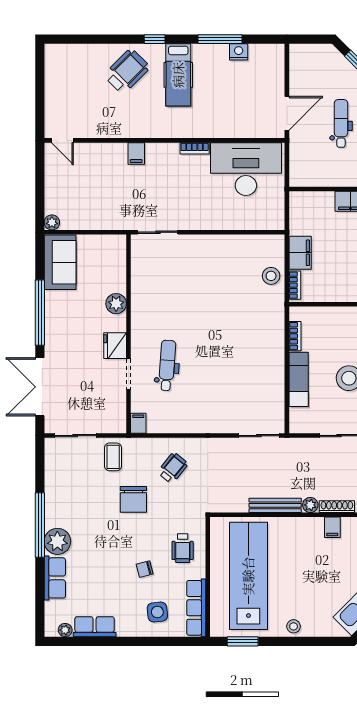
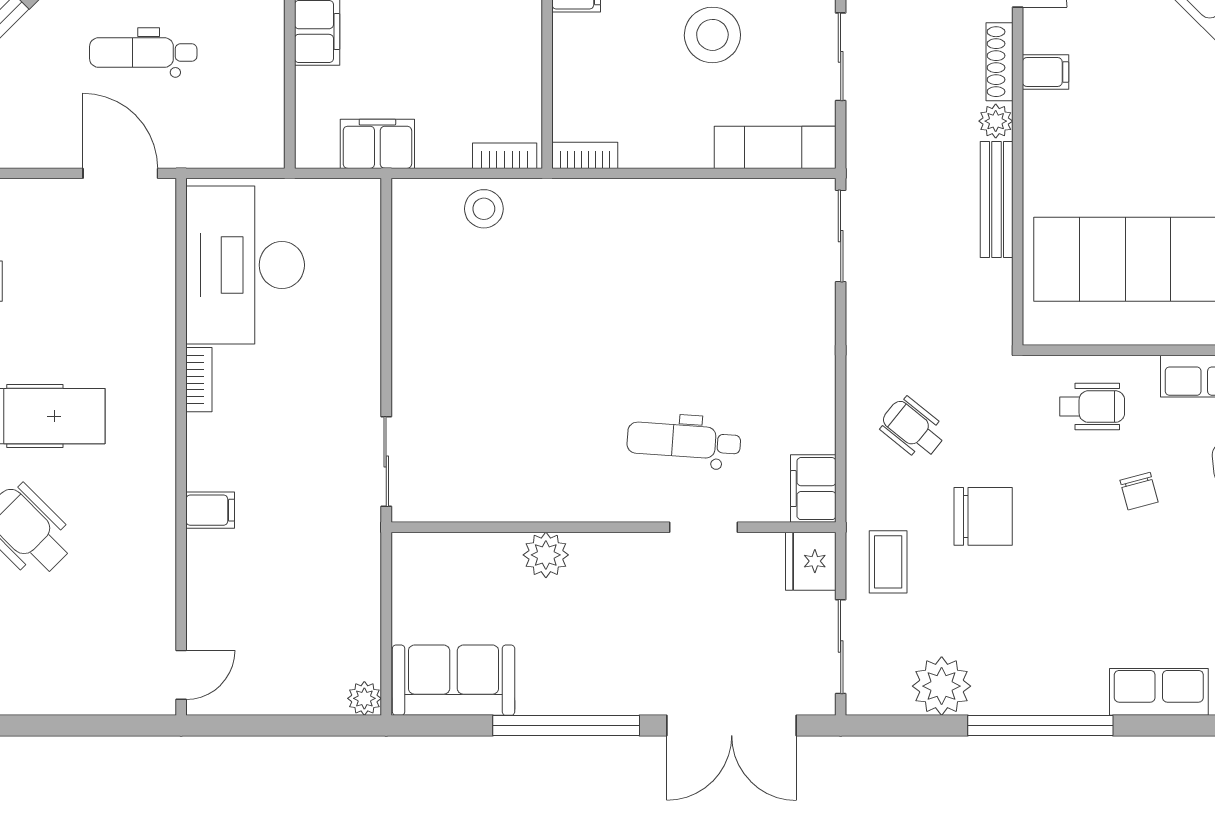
filing cabinet: (300, 253) -> (377, 144), moved
bookcase: (295, 336) -> (585, 155), moved
fridge: (115, 346) -> (811, 561), moved, turned 90
exam couch: (299, 379) -> (775, 147), moved
filing cabinet: (138, 423) -> (813, 489), width x2.00
coffee table: (113, 457) -> (888, 562), turned 90
plant: (57, 541) -> (942, 686), moved

